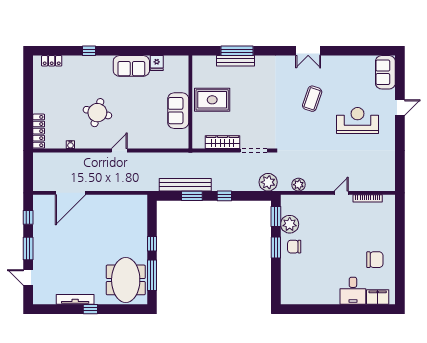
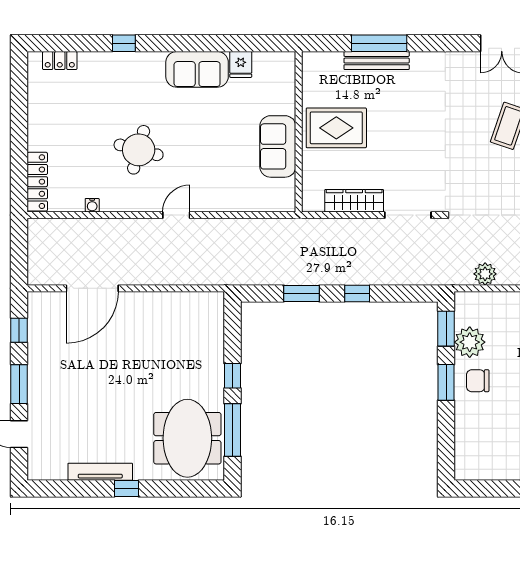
plant: (268, 182) -> (433, 270), removed
bench: (185, 185) -> (290, 274), removed

